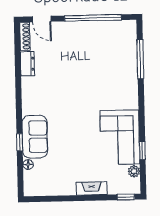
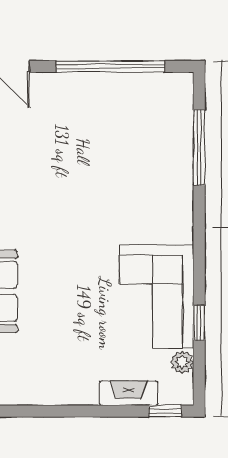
fireplace: (92, 188) -> (129, 393), moved

